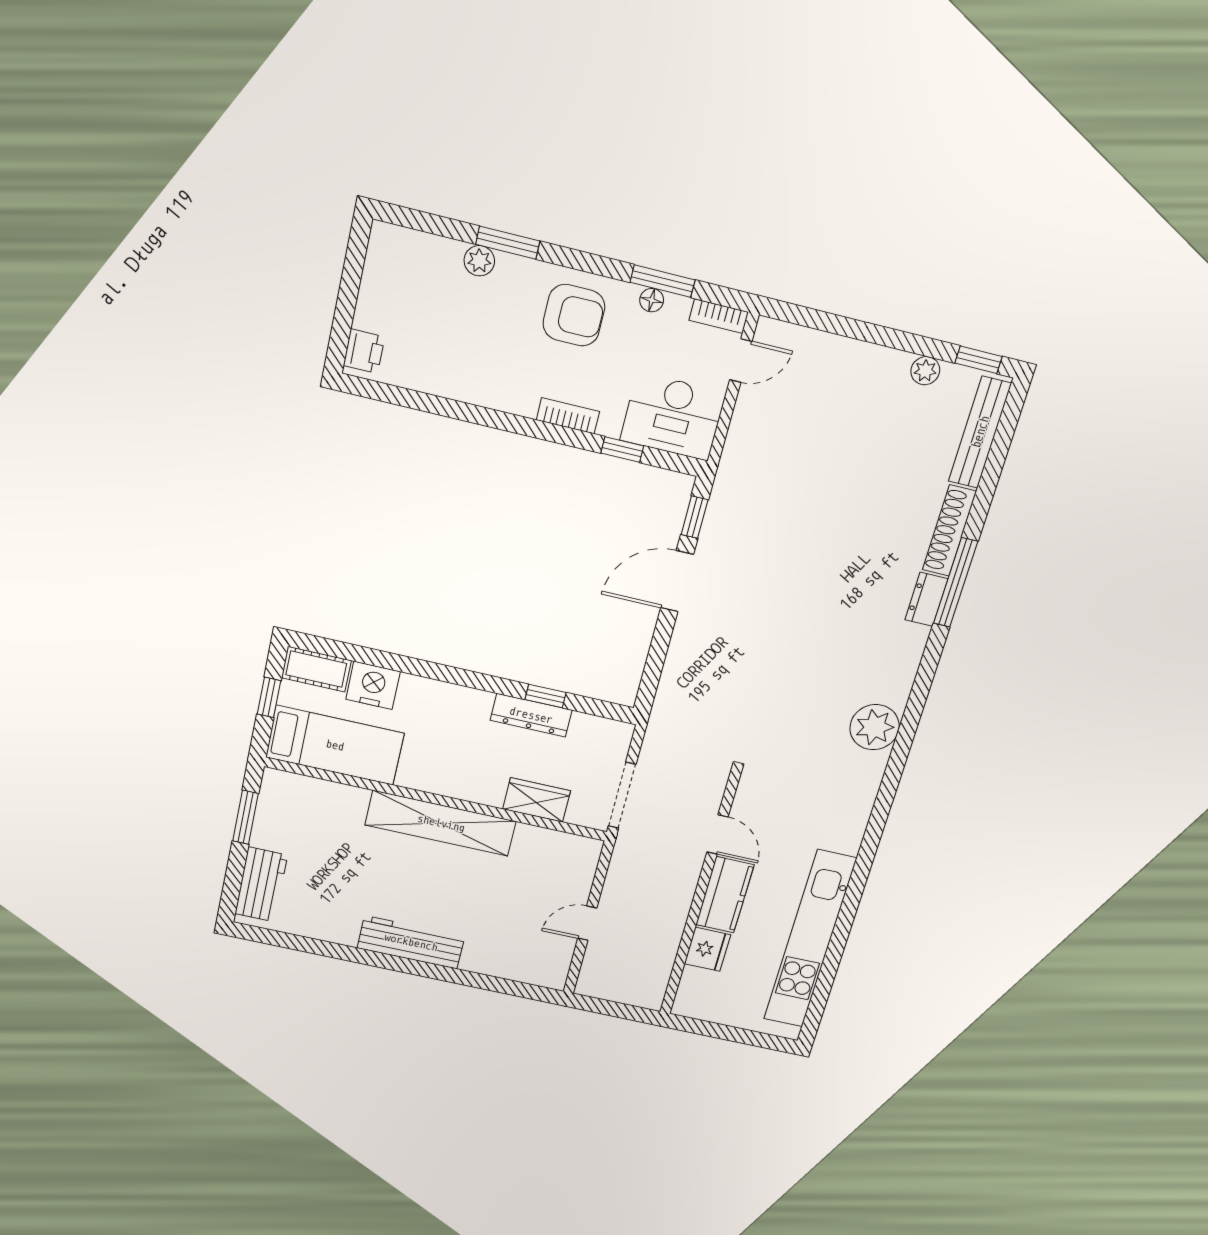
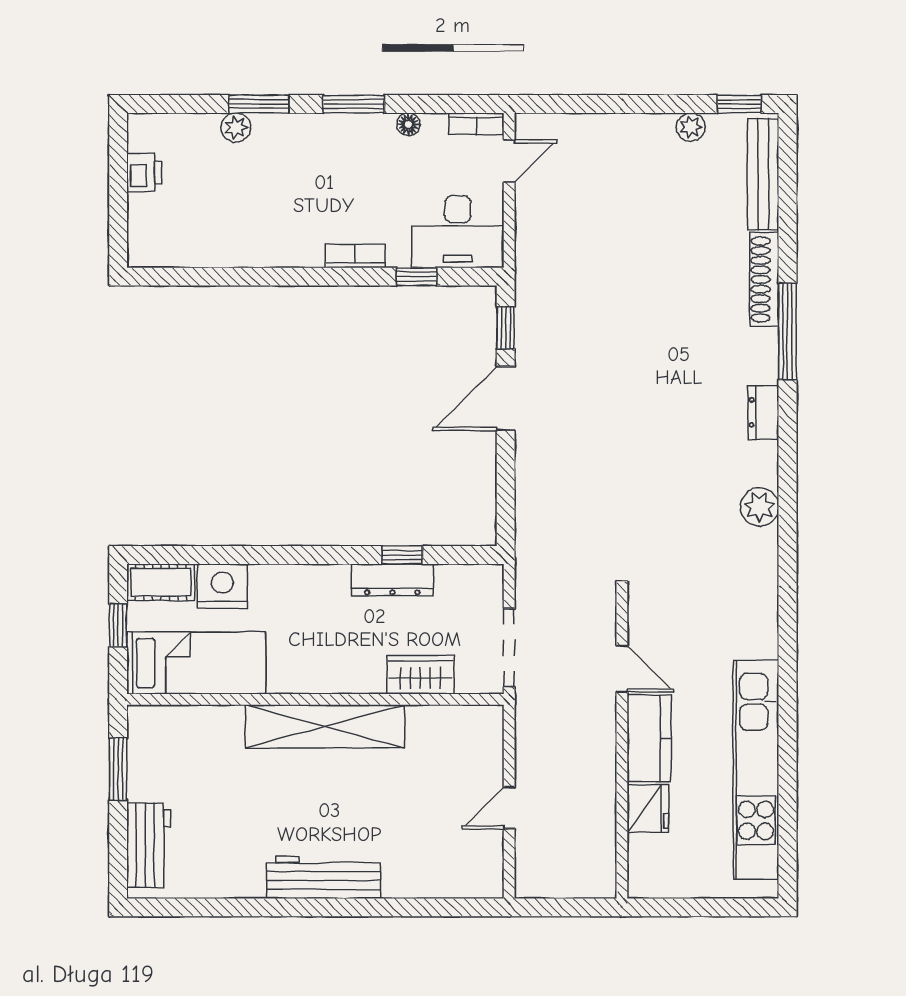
window: (663, 281) -> (354, 104), moved
armchair: (574, 315) -> (338, 157), removed
printer: (364, 351) -> (144, 173), moved
dresser: (926, 599) -> (764, 412), moved
plant: (875, 727) -> (759, 507), width x0.73, depth x0.73

